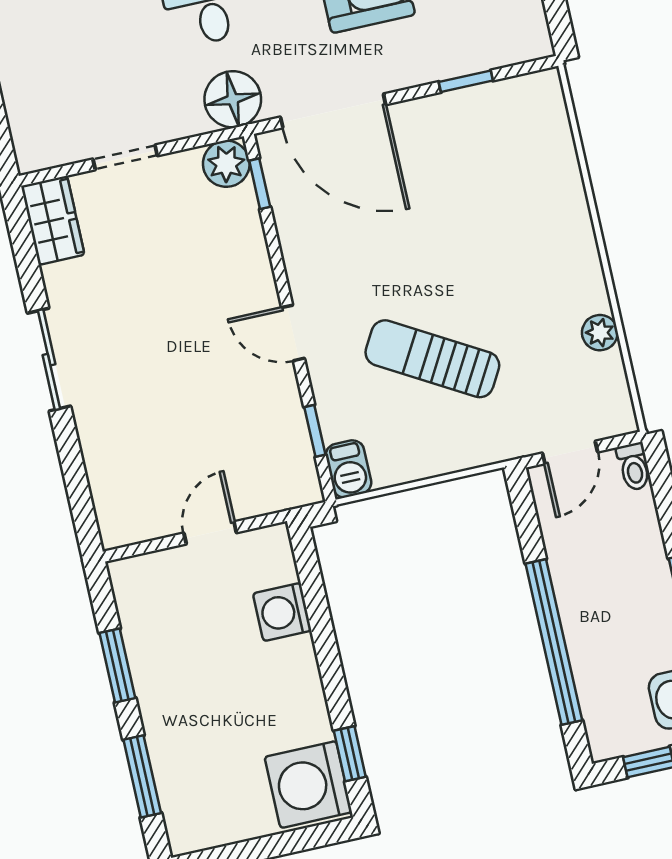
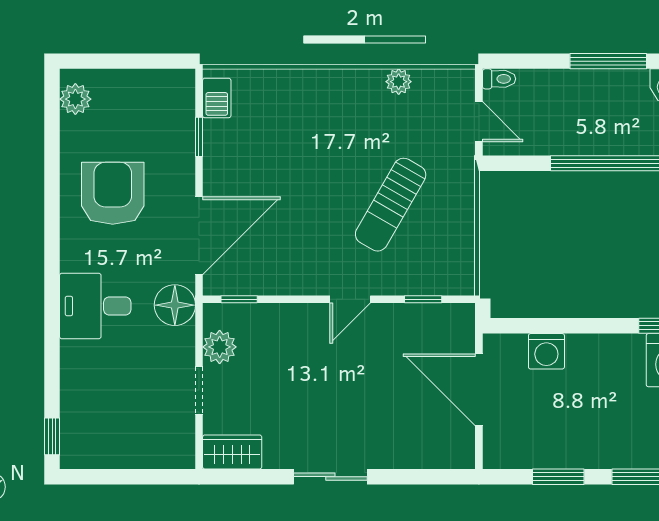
plant: (226, 164) -> (220, 347), moved
barbecue: (348, 469) -> (217, 98), moved, turned 90
door: (210, 533) -> (479, 390), width x1.88

